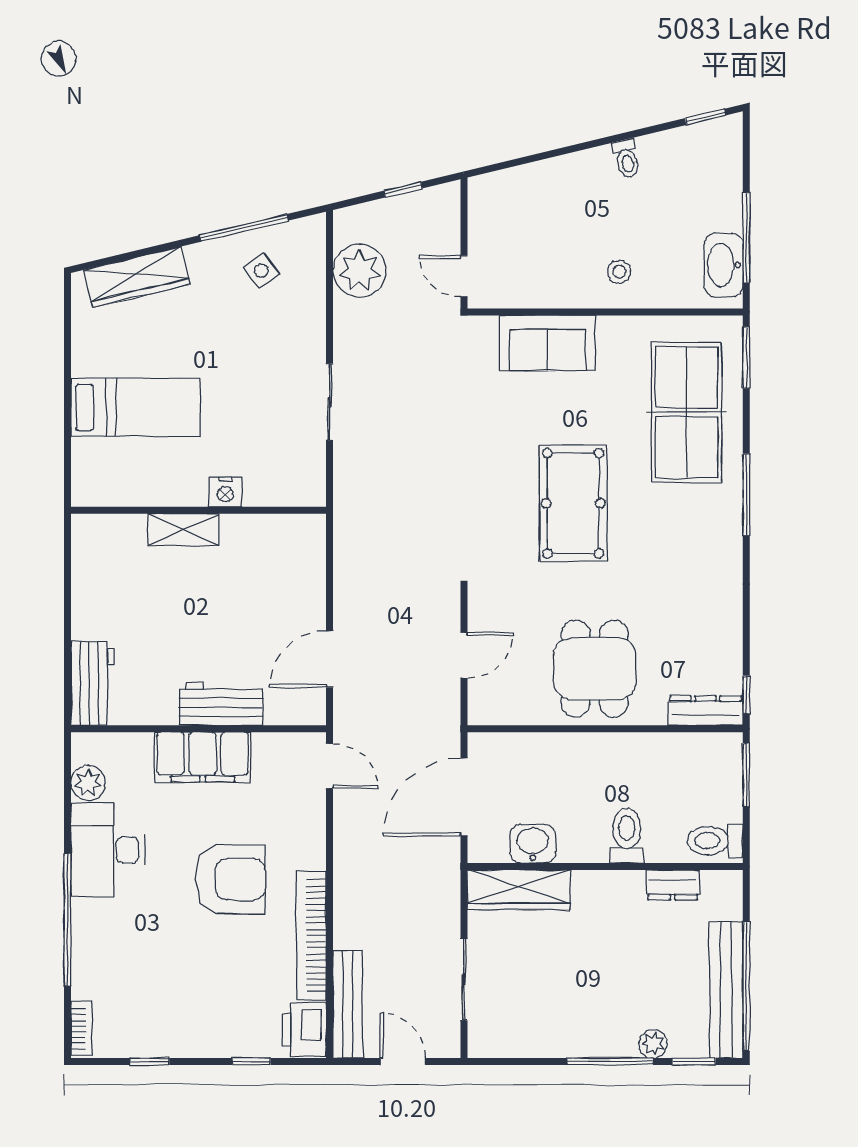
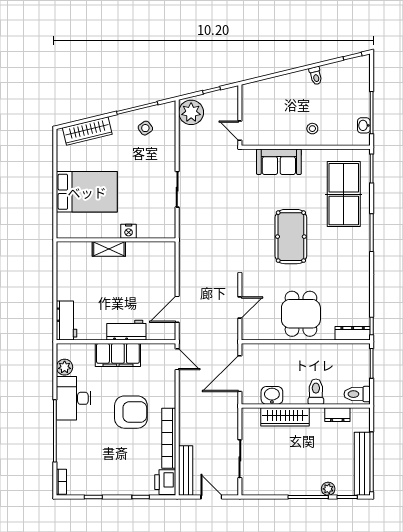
washbasin: (724, 265) -> (364, 125), width x0.52, depth x0.69
plant: (359, 271) -> (191, 112), moved
bed: (136, 407) -> (87, 192), width x1.50
wardrobe: (519, 890) -> (285, 417), moved

